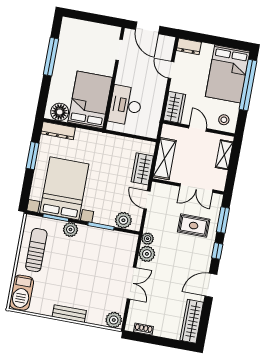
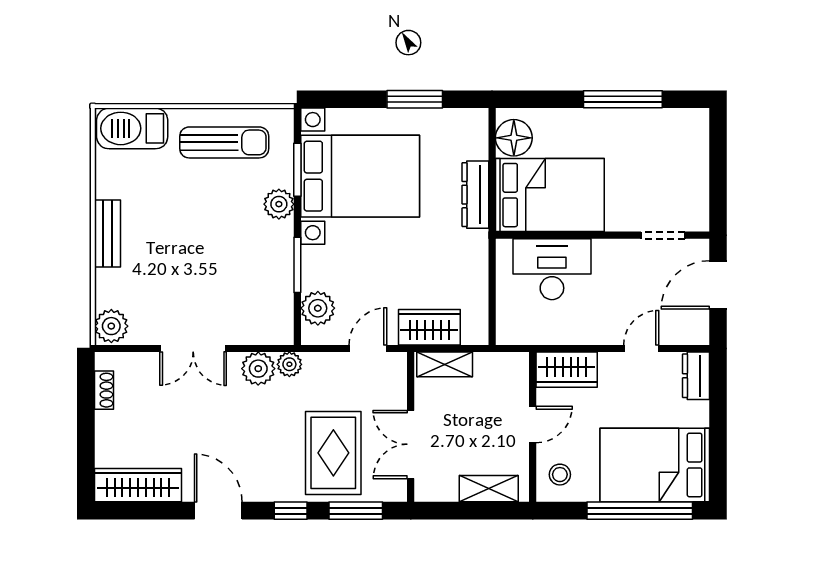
dresser: (58, 131) -> (475, 195), moved
shelving: (165, 159) -> (445, 364), width x0.67, depth x0.75
rug: (194, 226) -> (333, 453), width x1.36, depth x1.43

